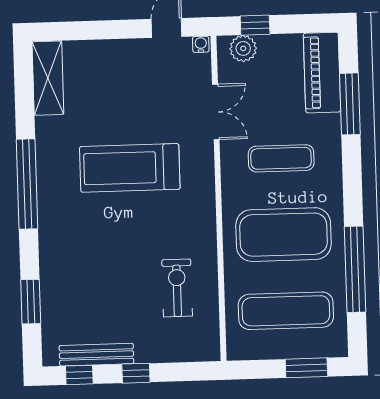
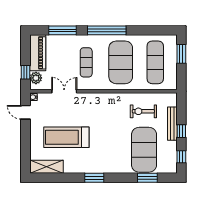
piano: (322, 73) -> (38, 53), moved, turned -90
treadmill: (130, 168) -> (66, 137), moved, turned 90
window: (27, 184) -> (94, 178), width x0.47
window: (355, 269) -> (107, 30), moved
exercise mat: (92, 292) -> (144, 150), added
bench: (96, 355) -> (172, 124), moved

